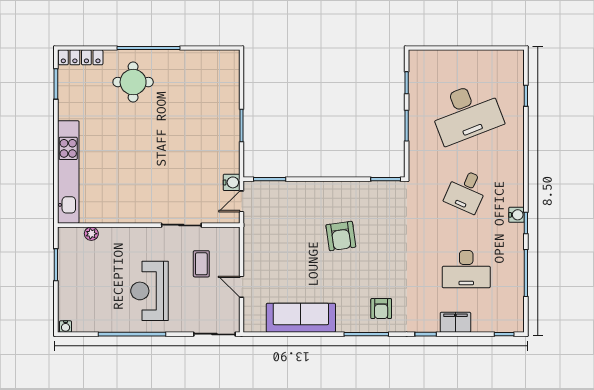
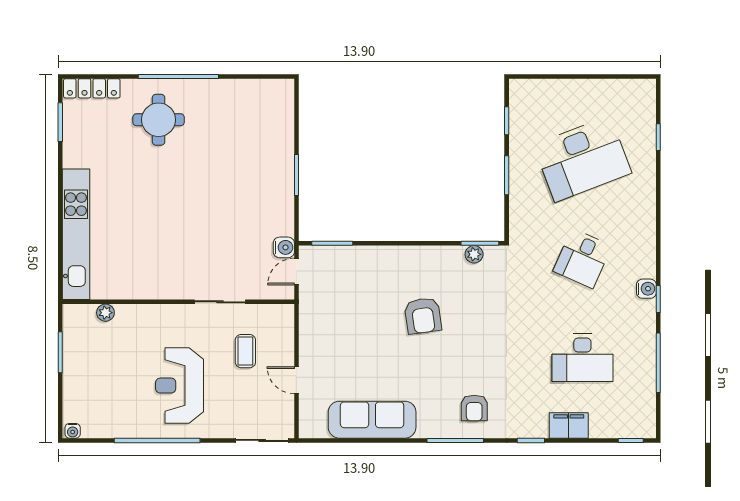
plant: (381, 188) -> (474, 254), added

